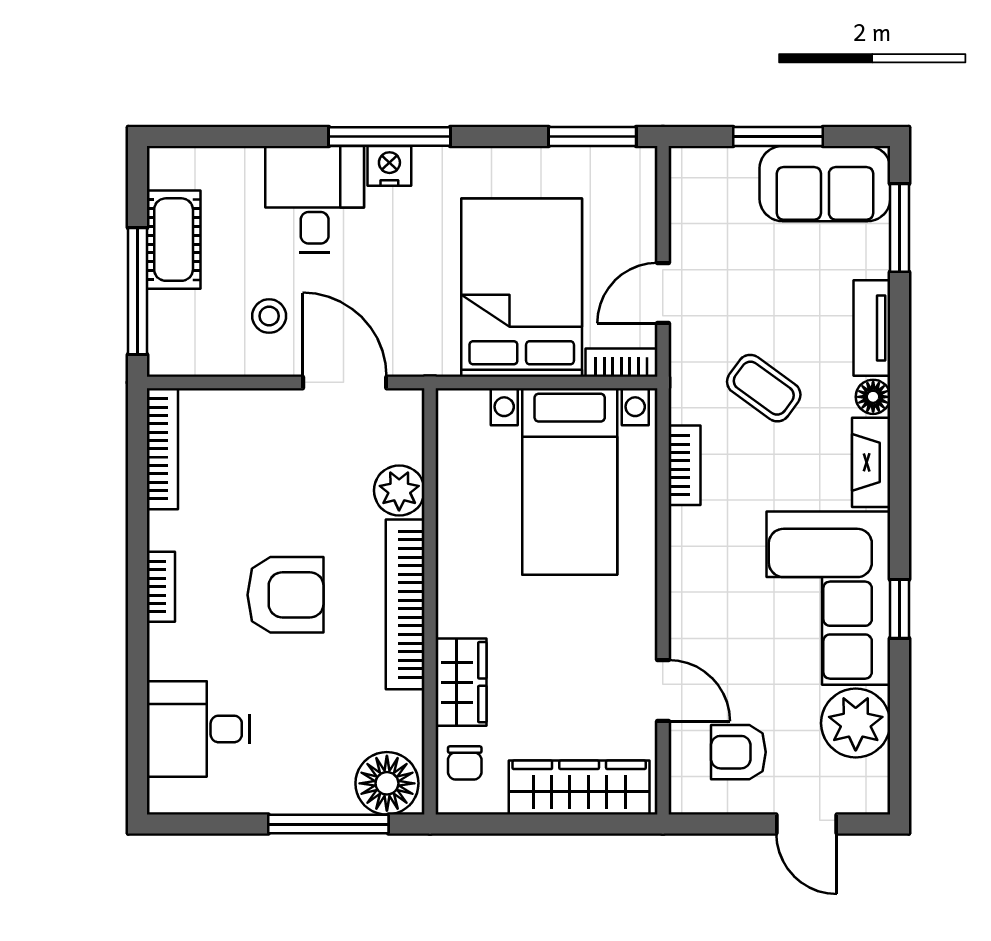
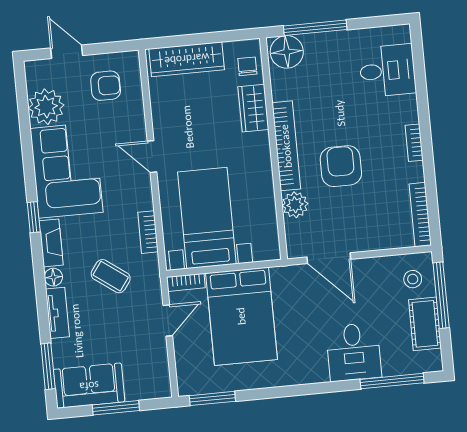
window: (390, 136) -> (392, 381), moved
nightstand: (389, 166) -> (316, 373), removed
stool: (269, 316) -> (413, 279), moved
armchair: (285, 595) -> (341, 166), moved, turned 90
window: (900, 609) -> (34, 217), moved
door: (663, 690) -> (152, 157), moved

